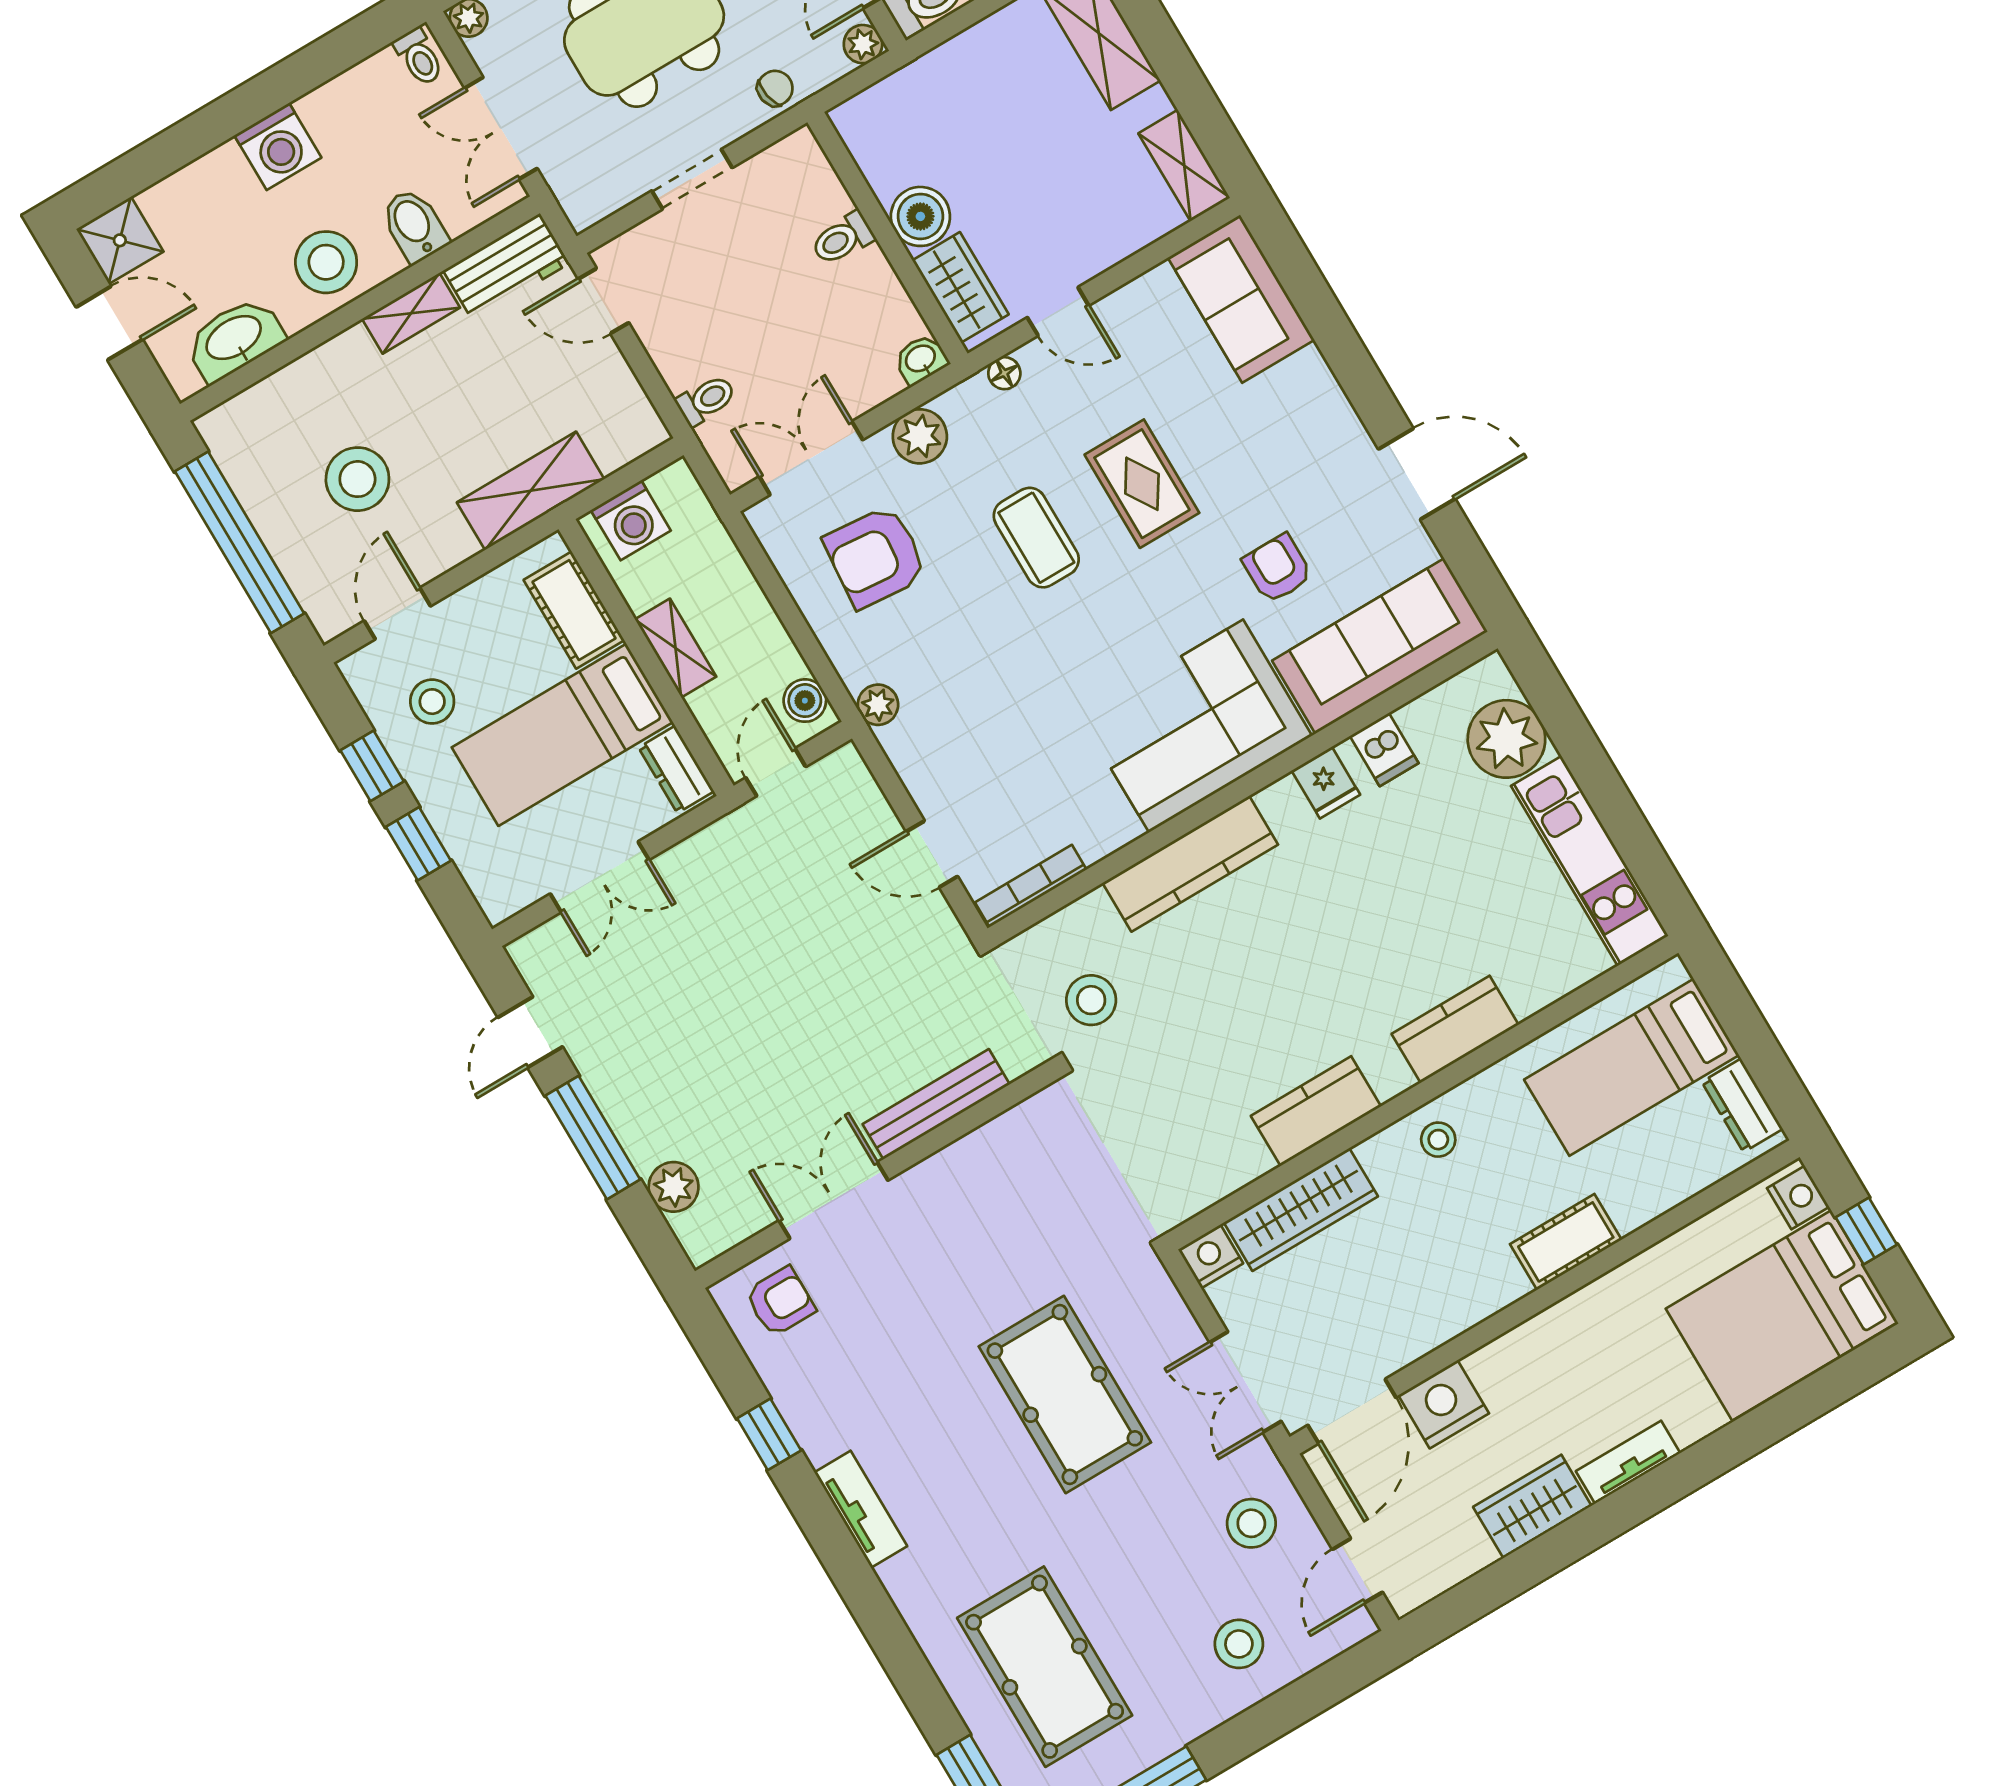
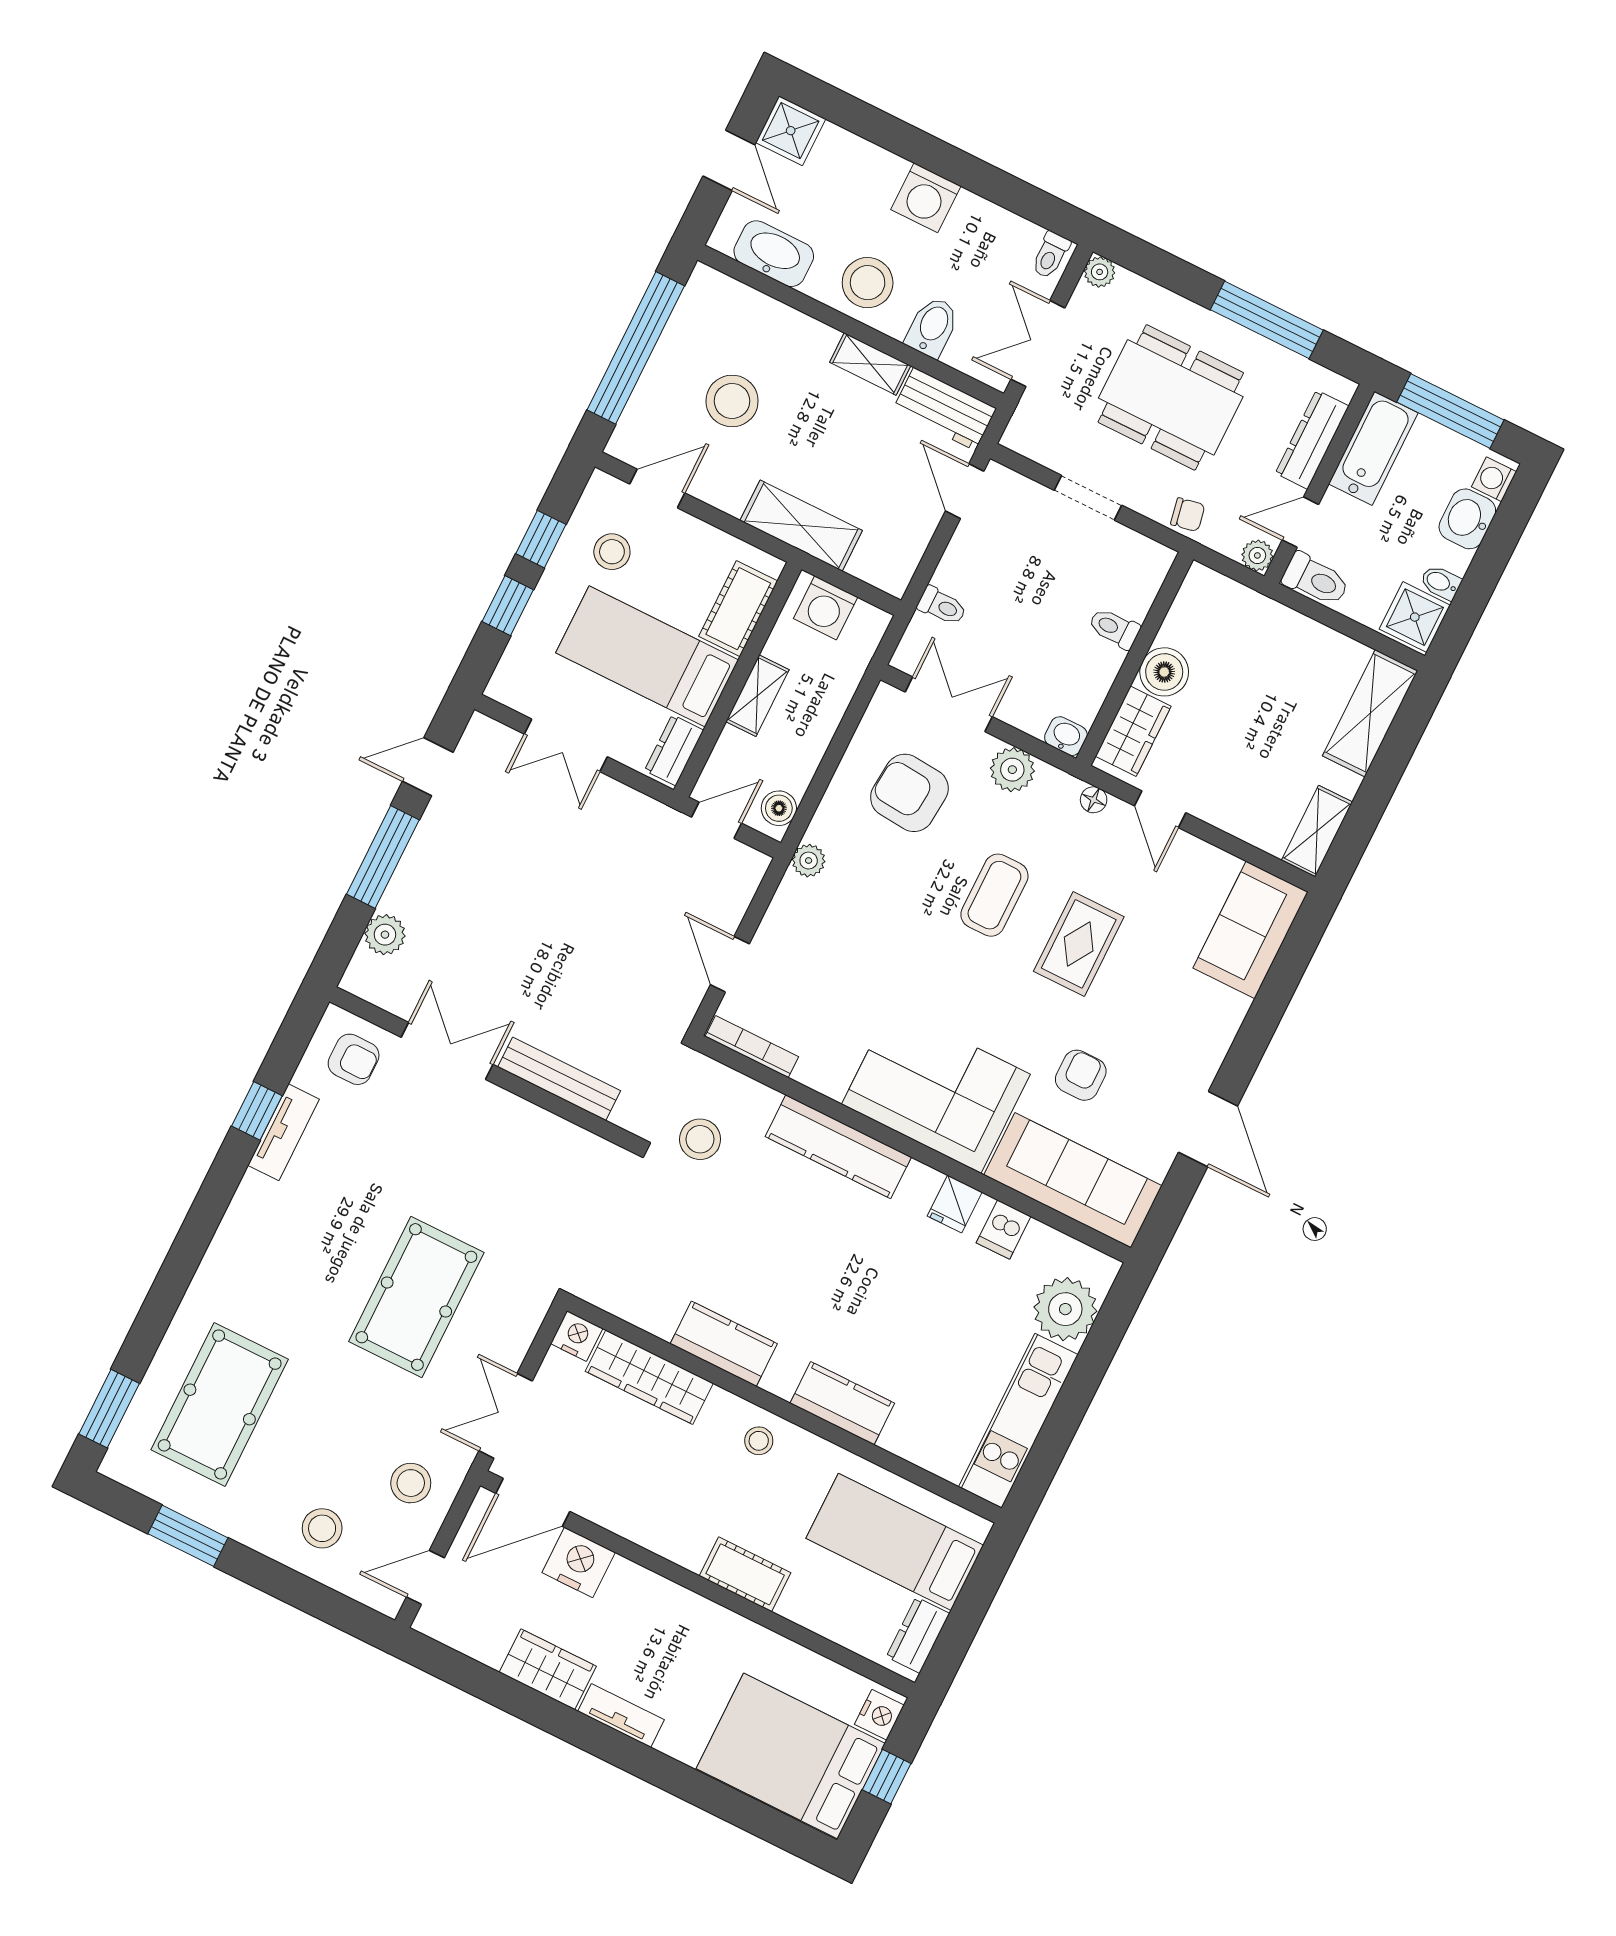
tv unit: (861, 1509) -> (284, 1132), moved

